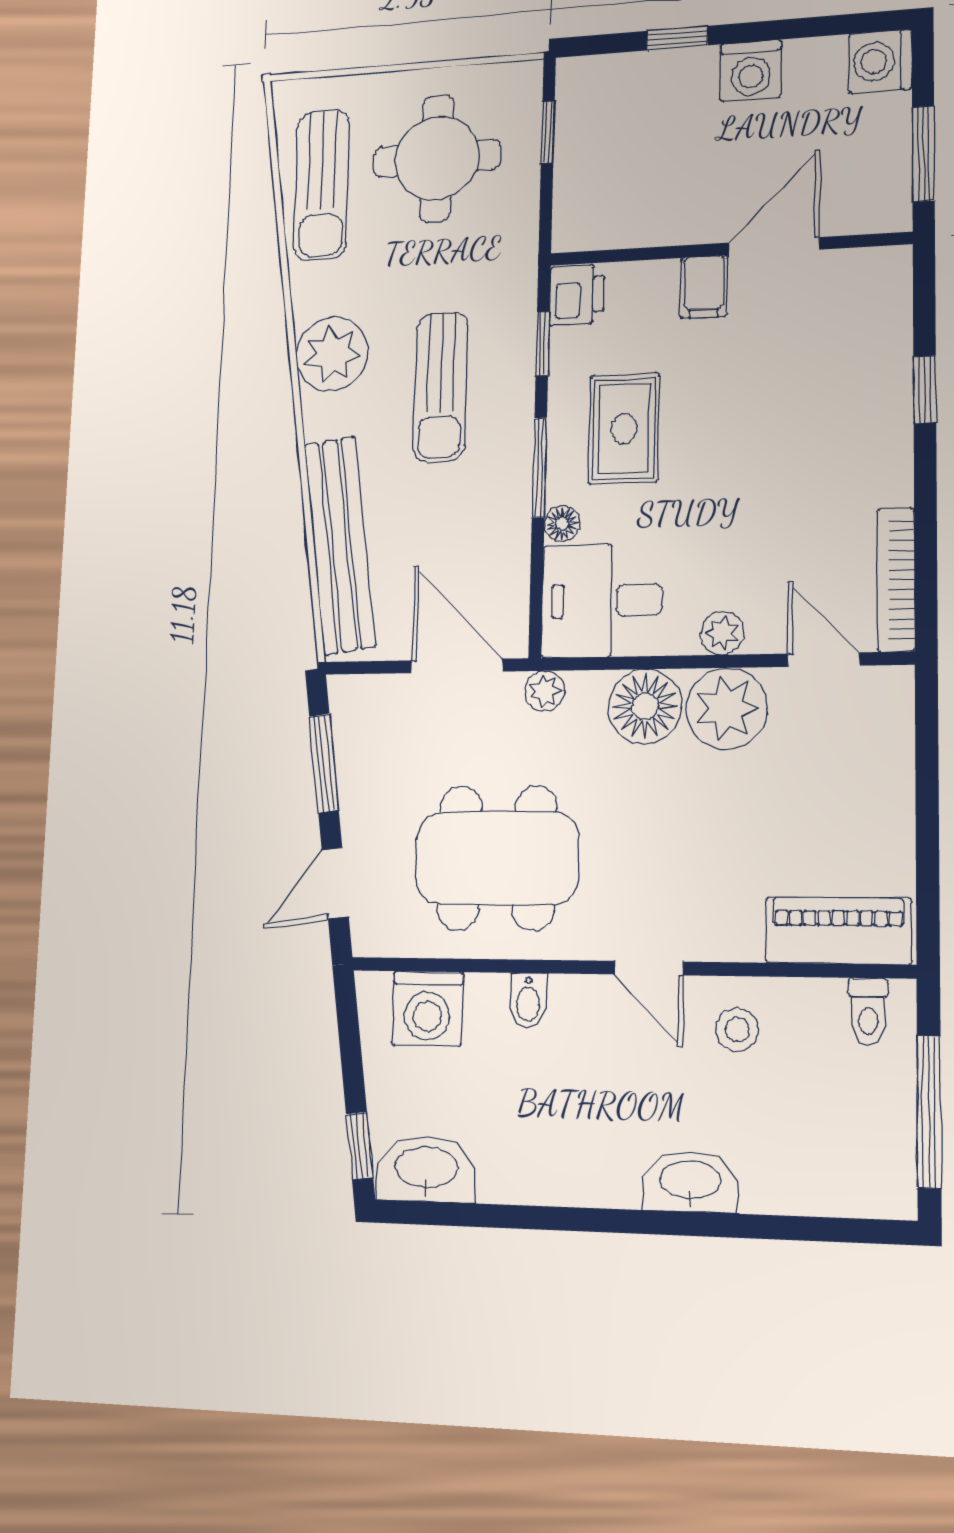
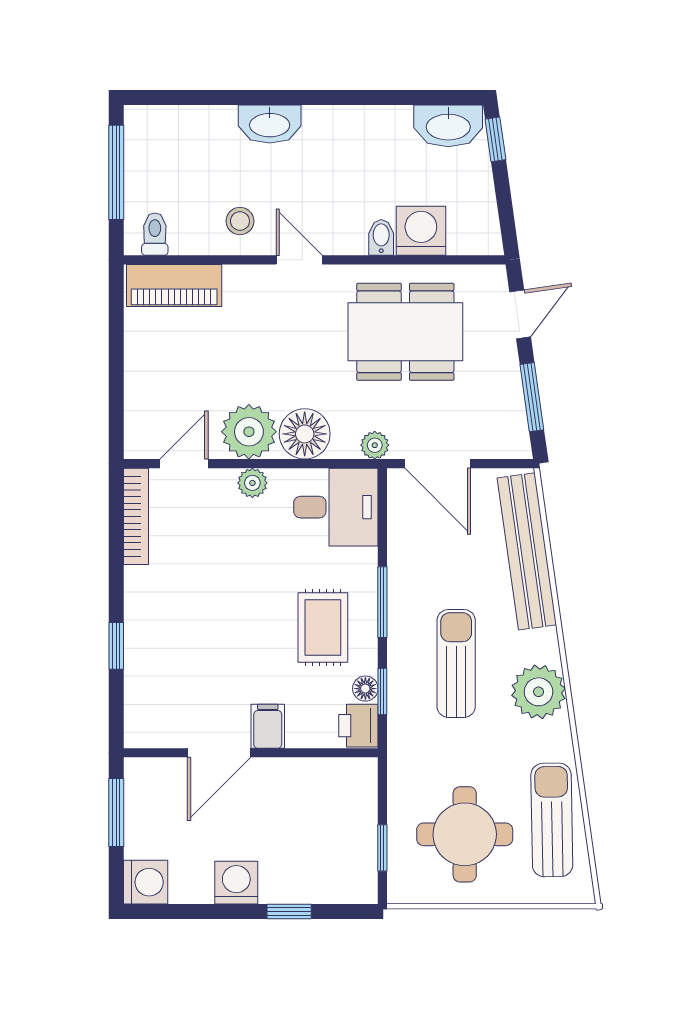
floor lamp: (562, 524) -> (365, 689), moved
door: (824, 660) -> (184, 464), swing flipped
washing machine: (427, 1009) -> (421, 231), moved

